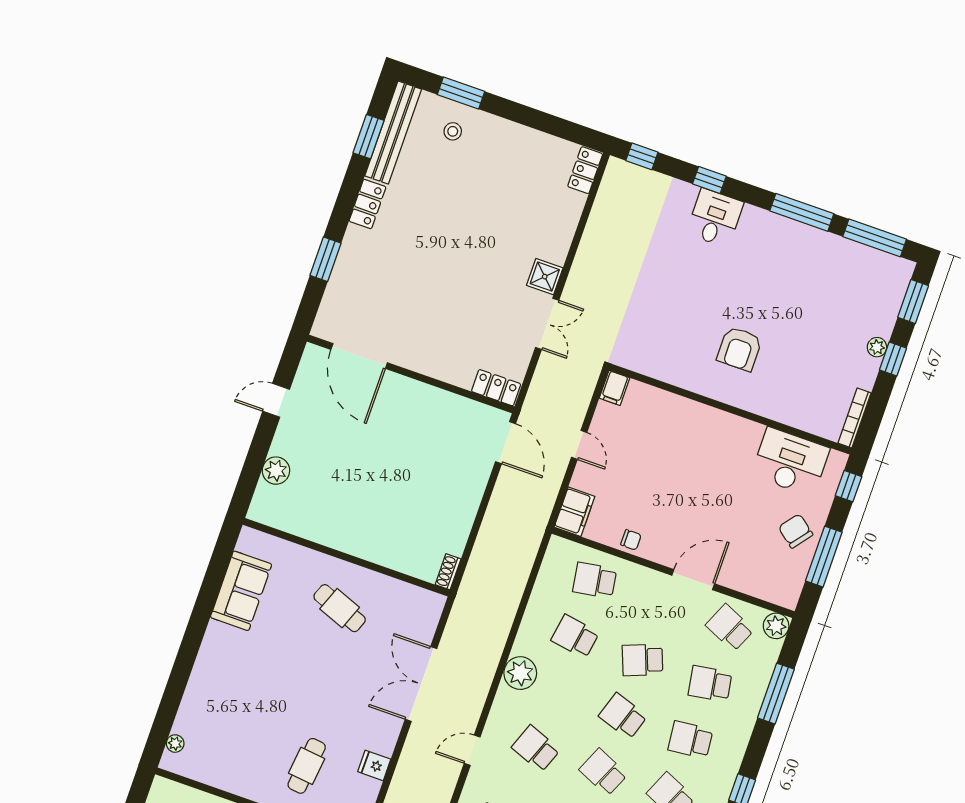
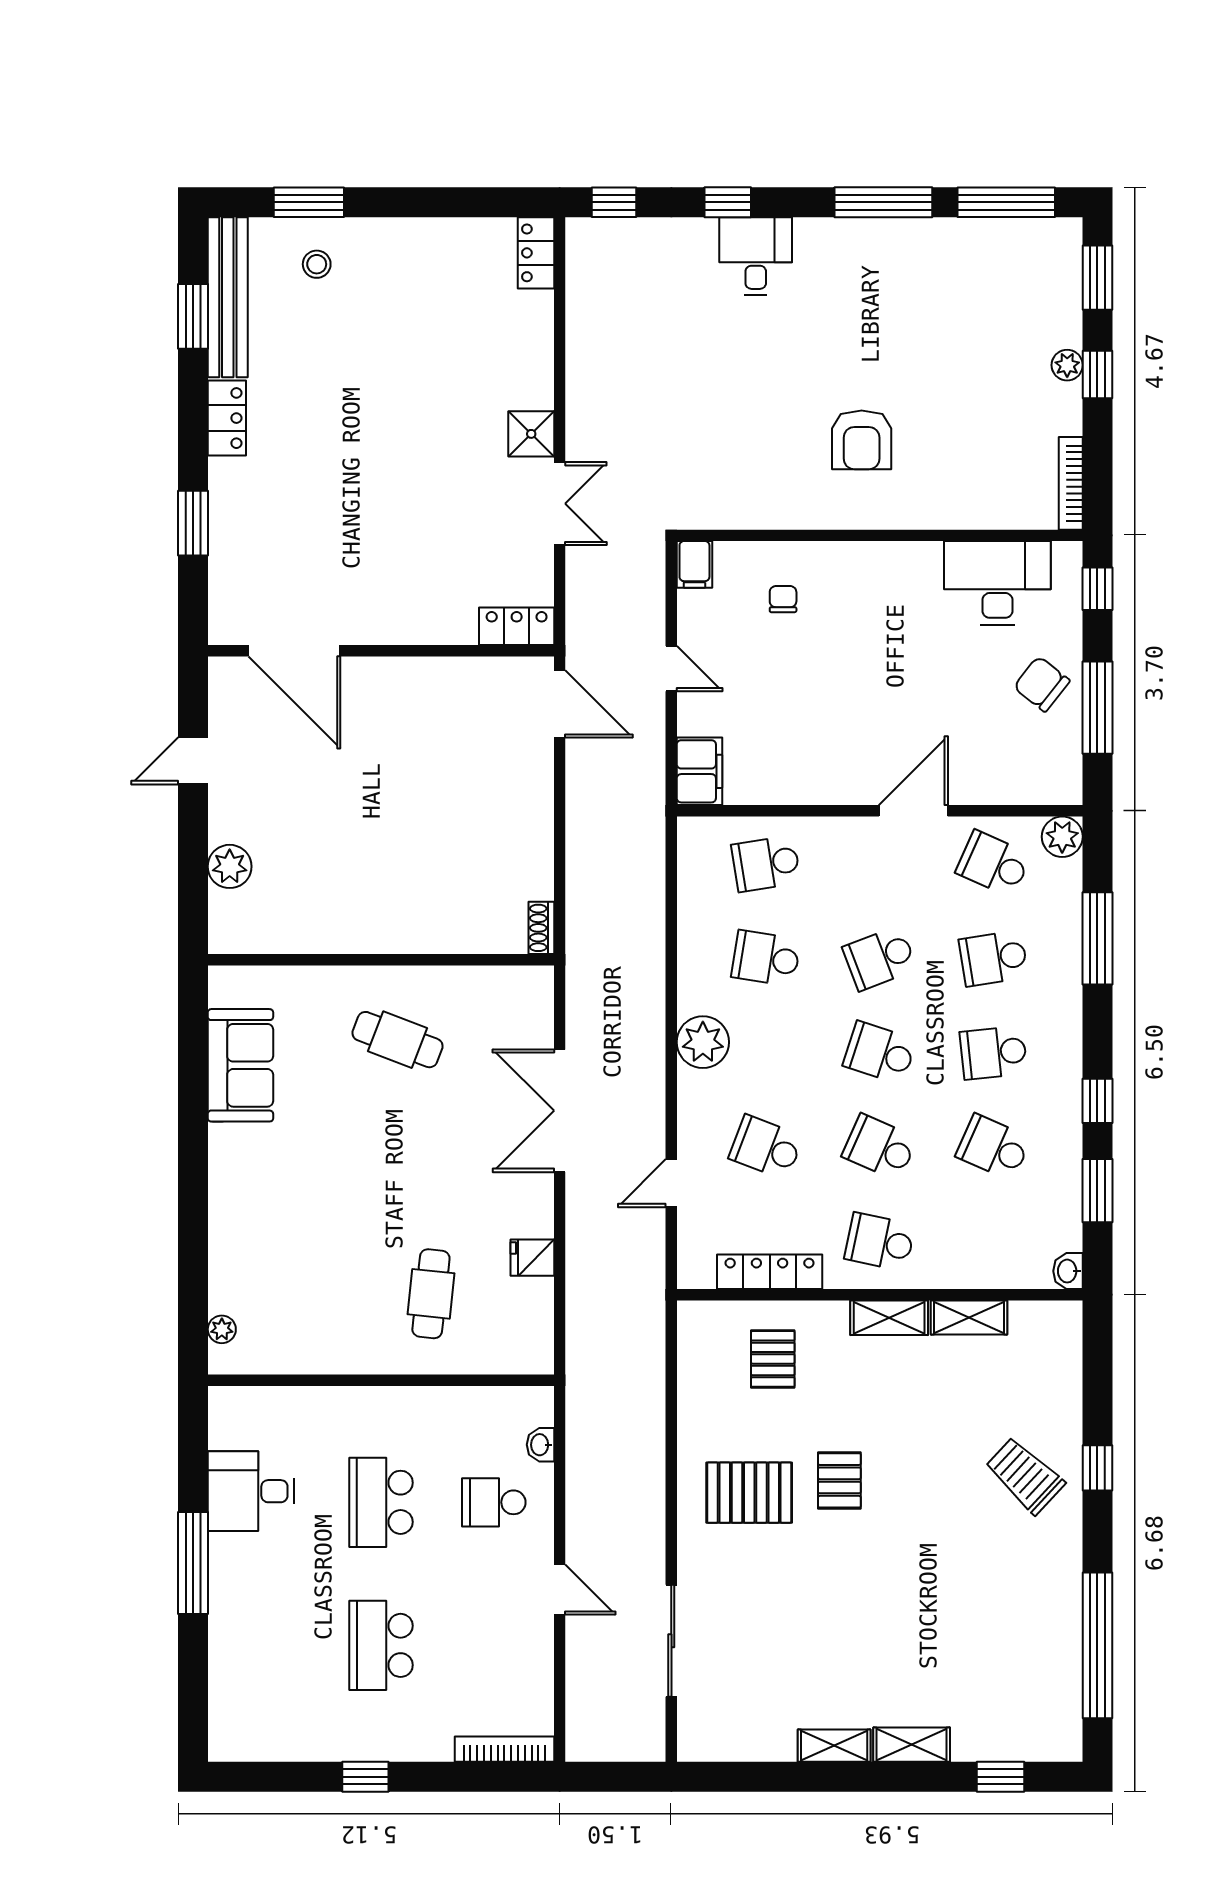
chair: (631, 540) -> (783, 599), moved, turned -90

